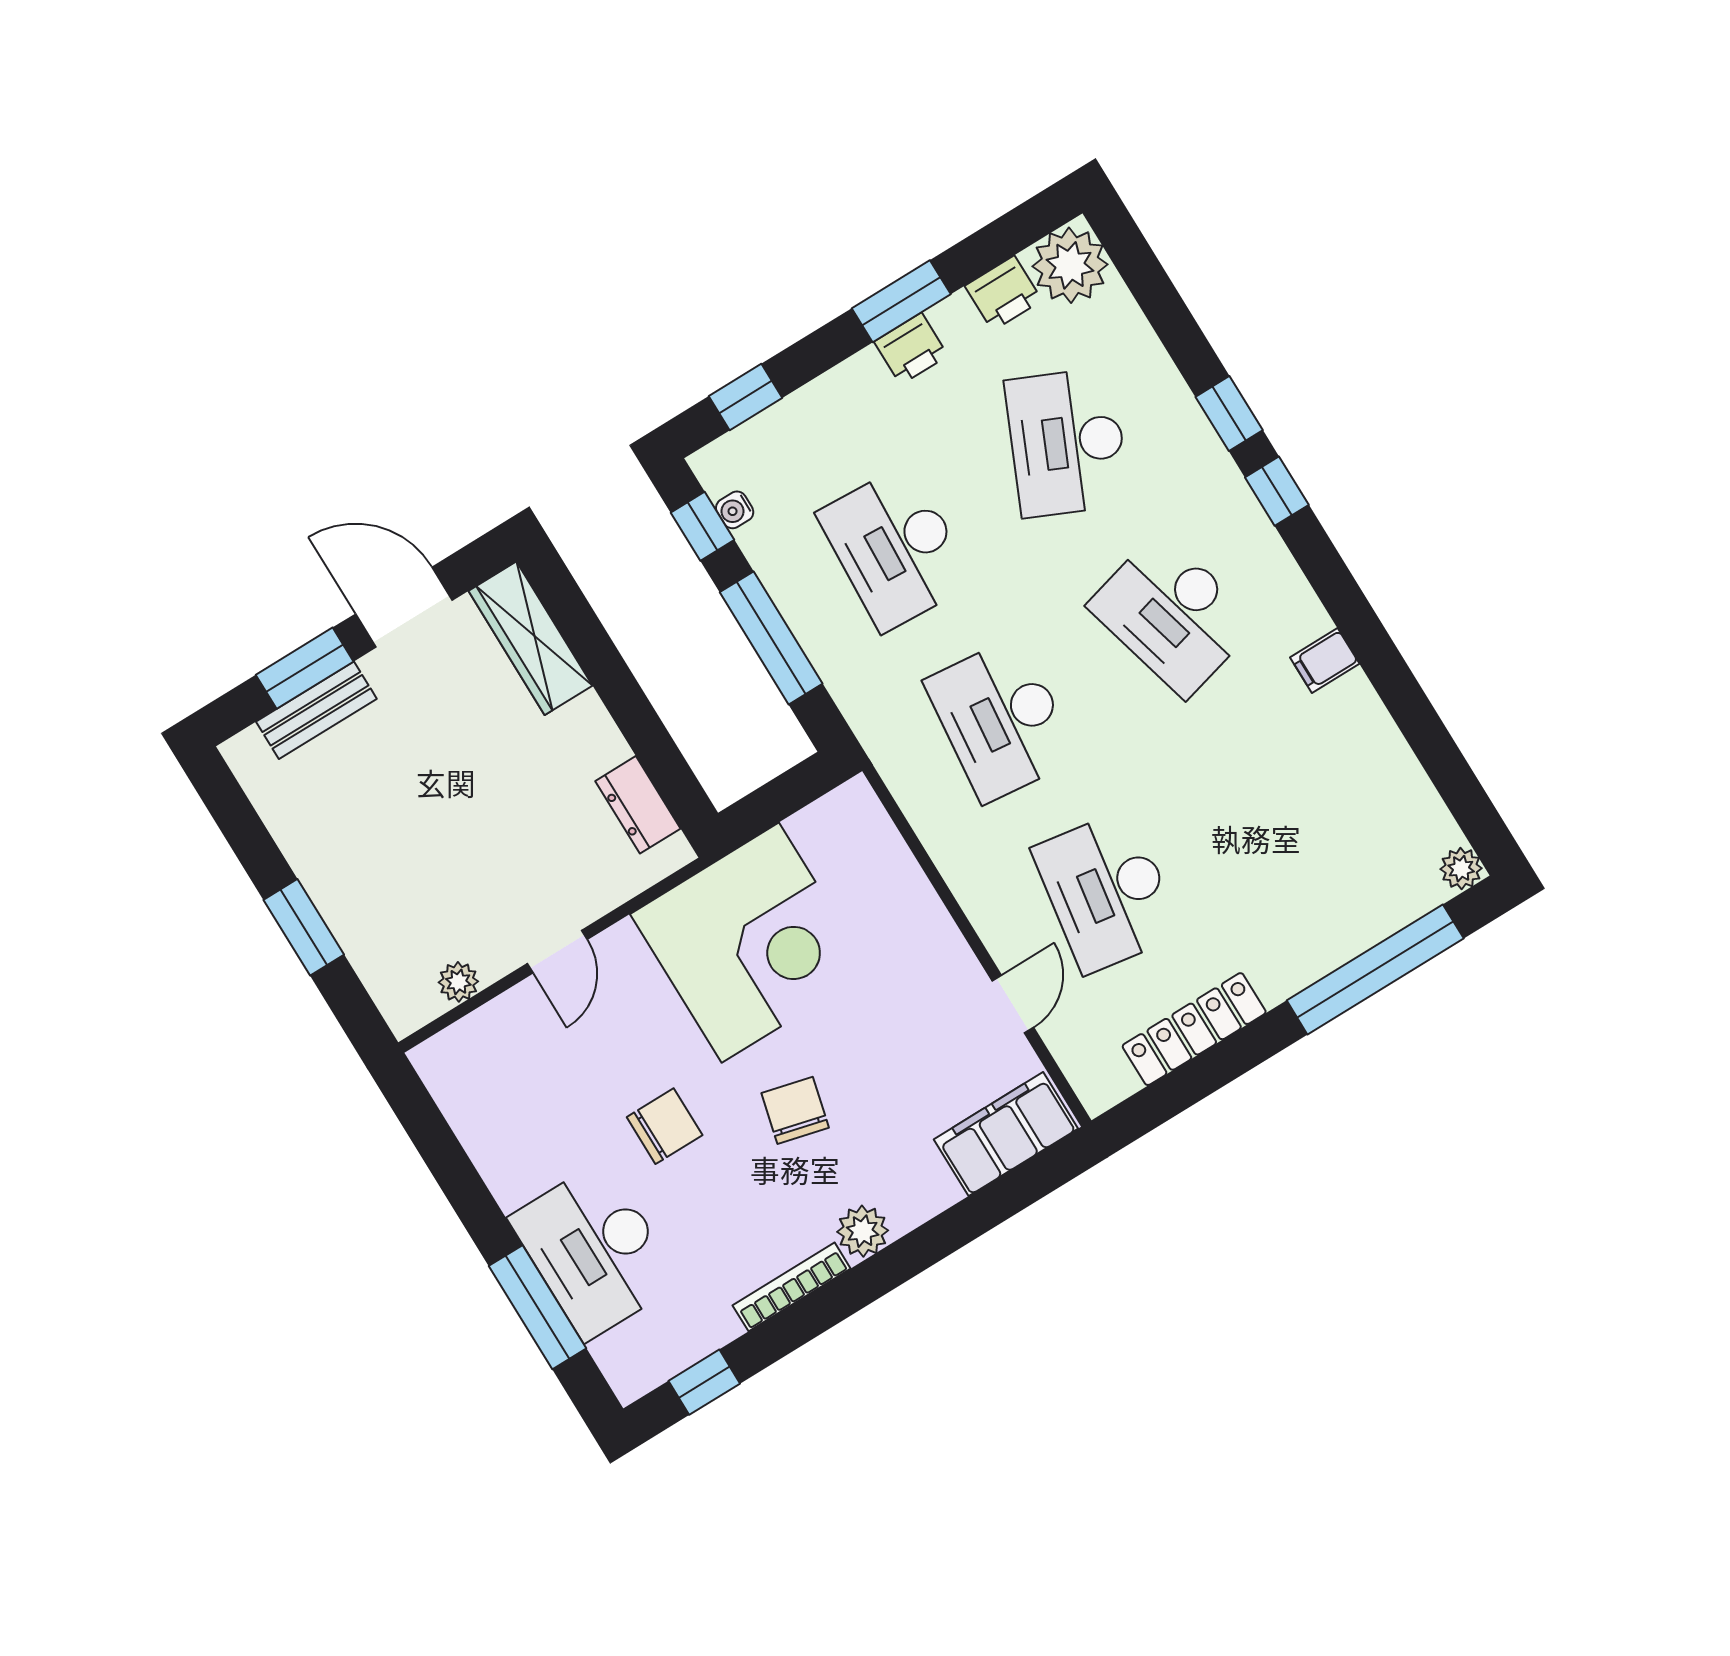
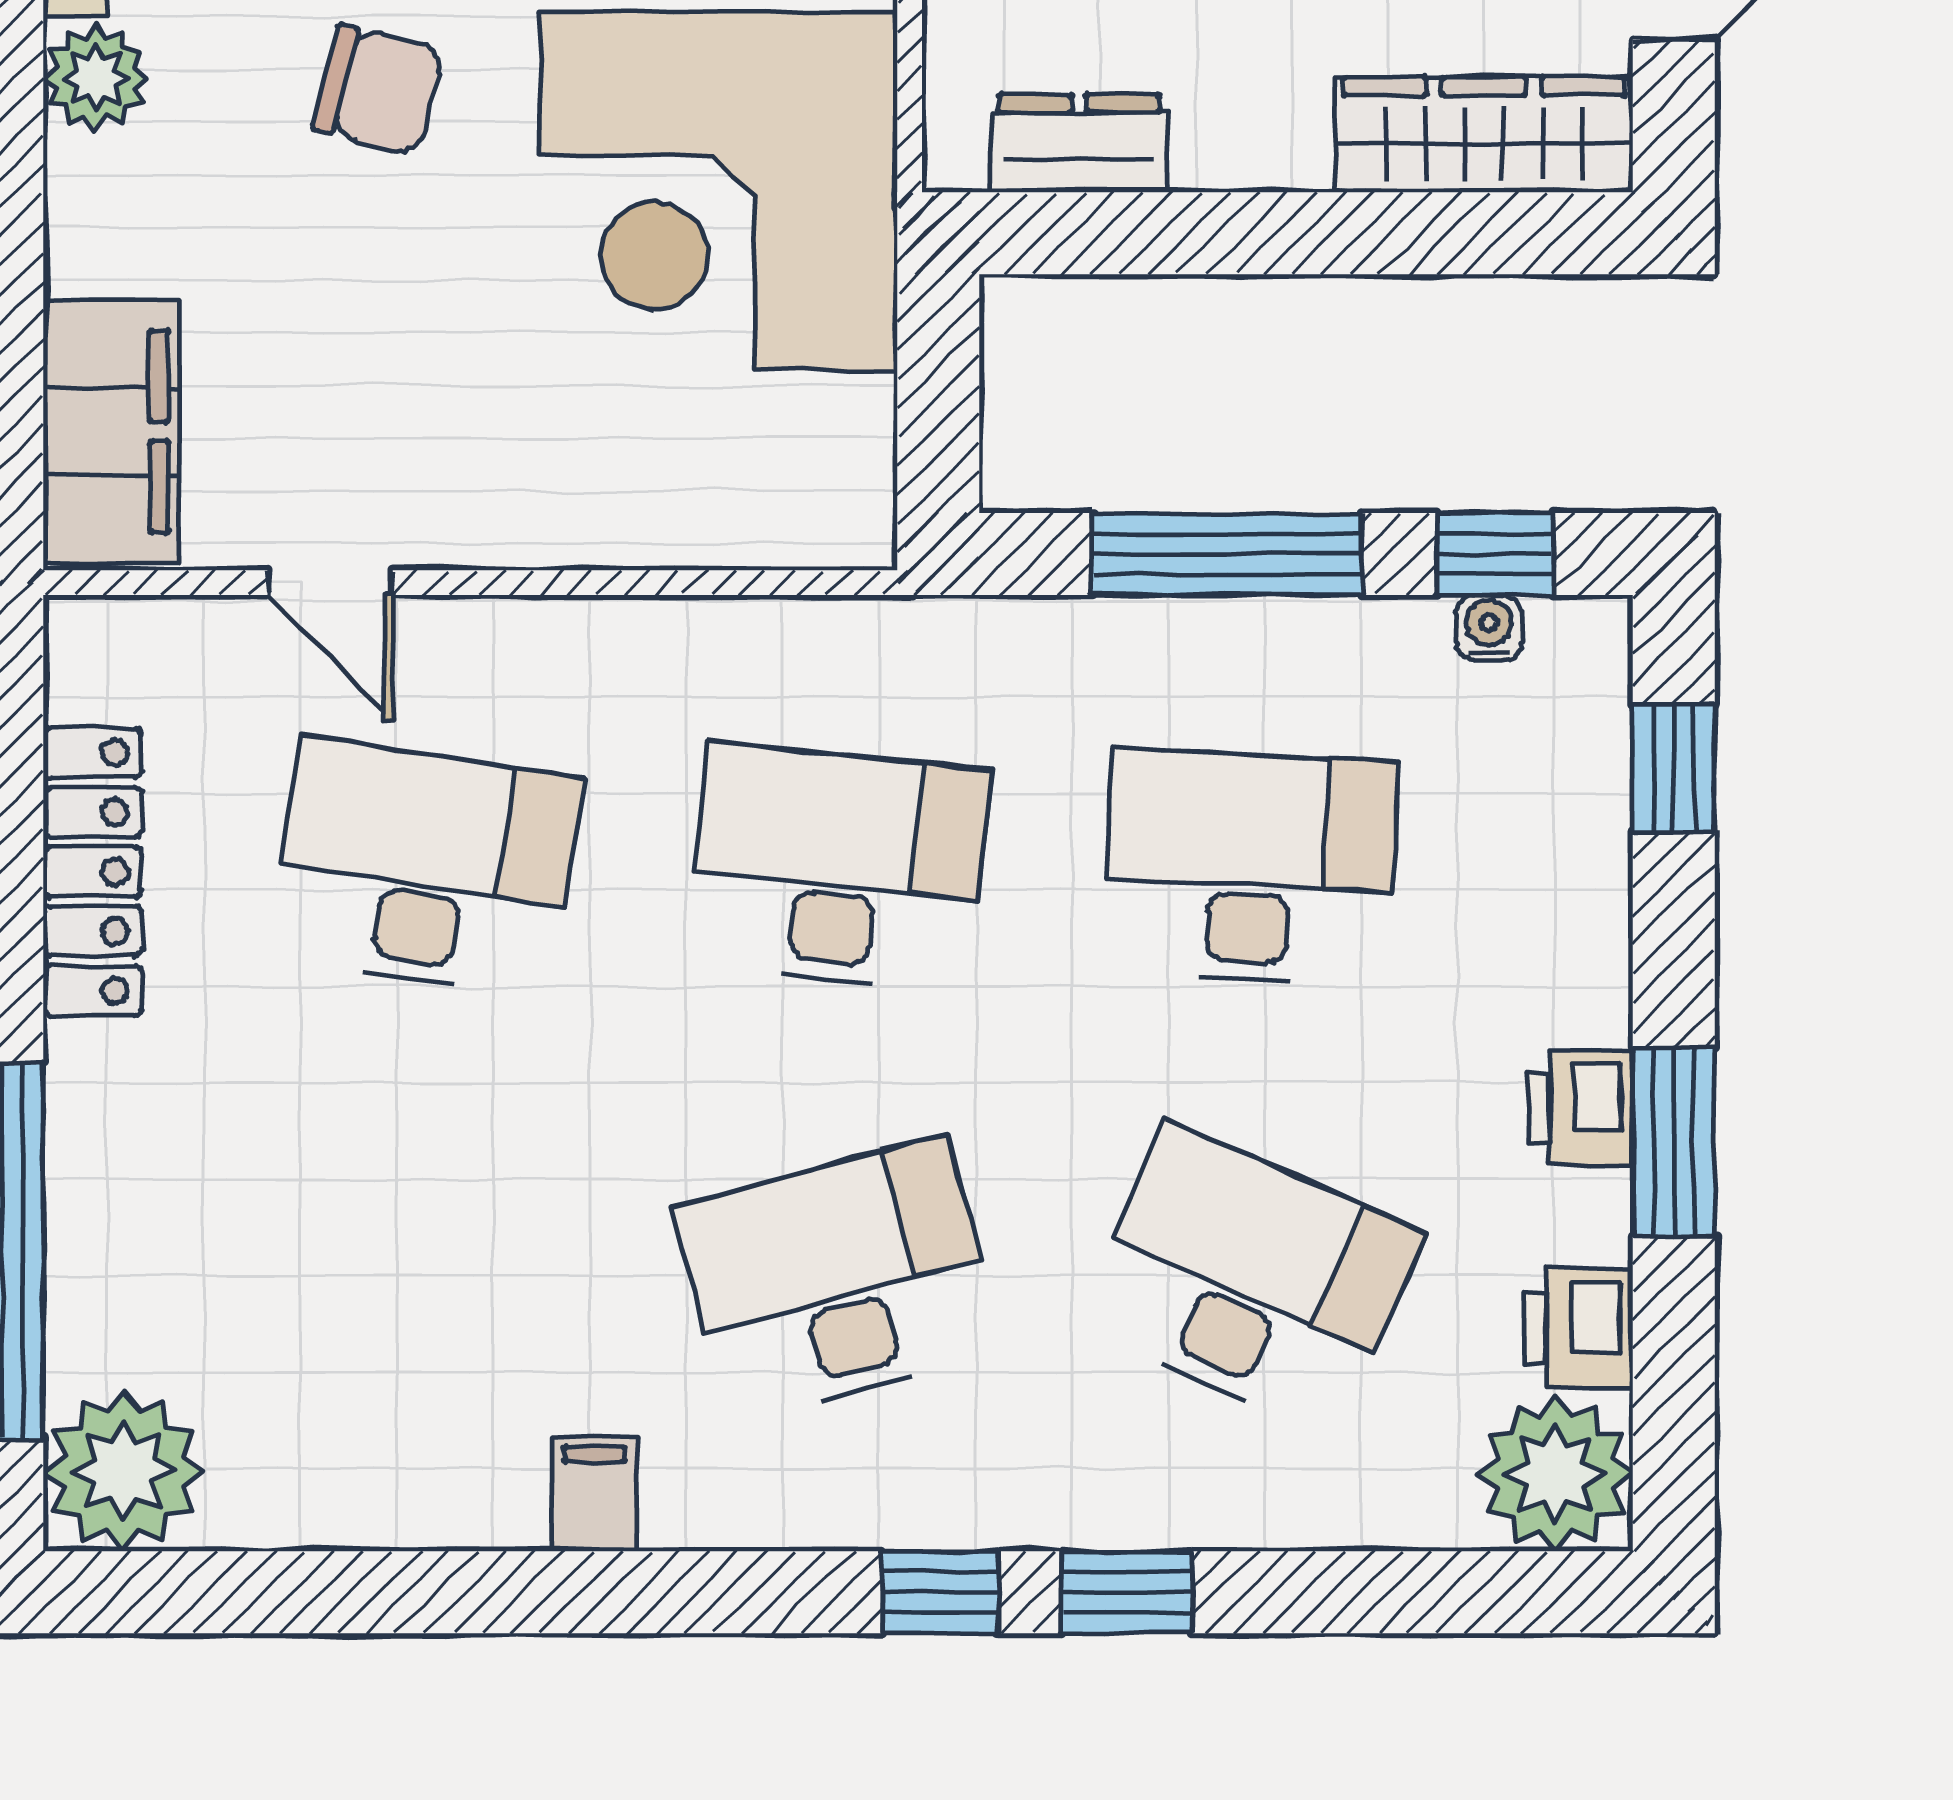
plant: (1461, 869) -> (123, 1471), width x1.88, depth x1.88

